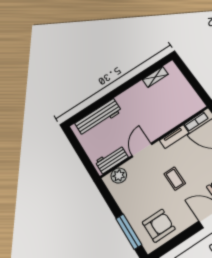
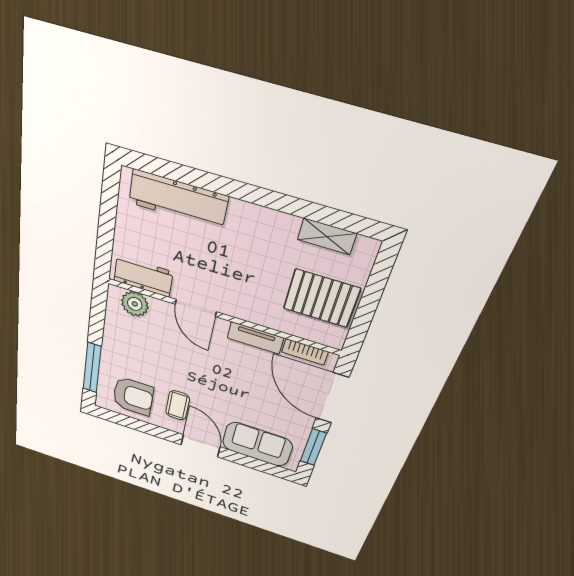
pallet: (177, 97) -> (321, 298), added
door: (142, 150) -> (196, 308), swing flipped
coffee table: (175, 179) -> (178, 405), moved

